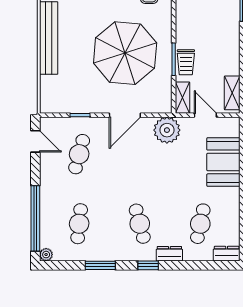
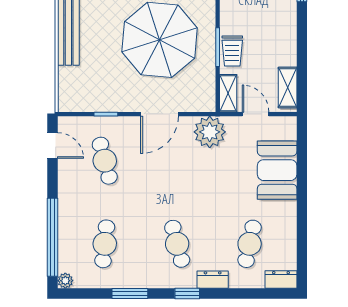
cafe table: (79, 154) -> (105, 161), turned -30

